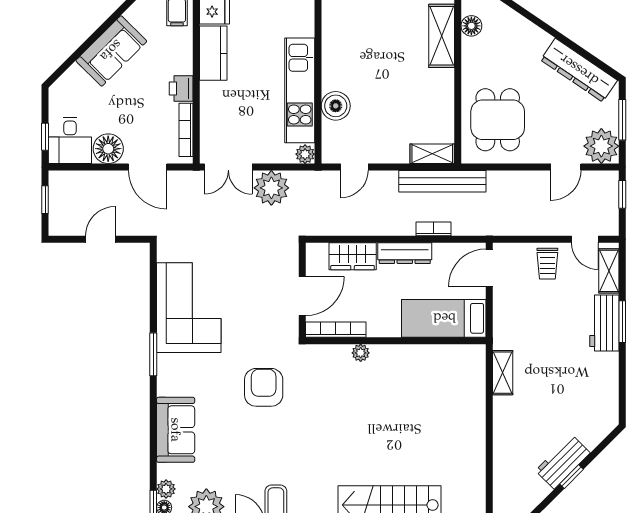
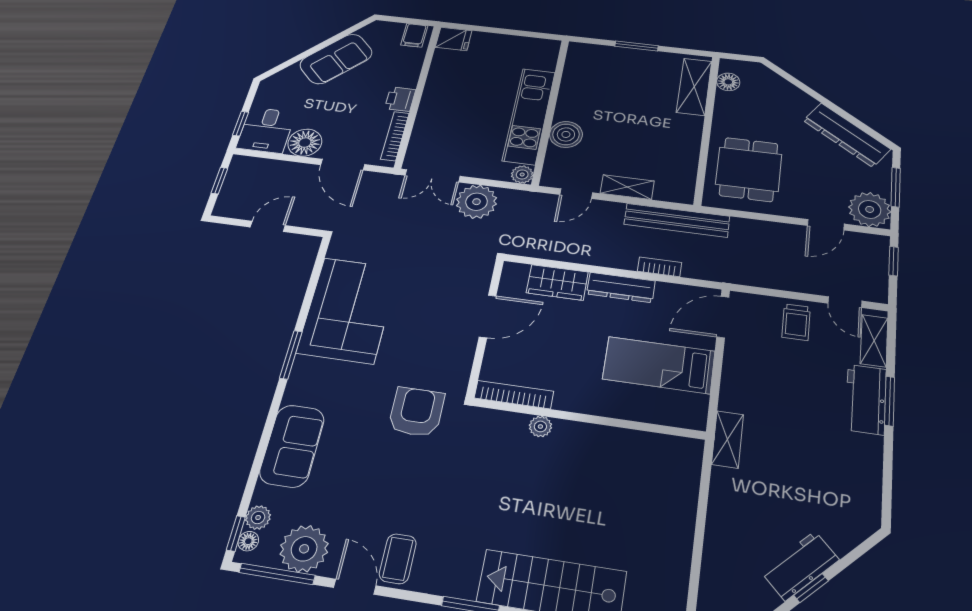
kitchen counter: (213, 53) -> (443, 73), removed
shelving: (432, 154) -> (627, 187), moved
bookcase: (336, 330) -> (514, 395), moved
wall: (396, 341) -> (588, 419), moved
plant: (361, 353) -> (540, 426), moved

